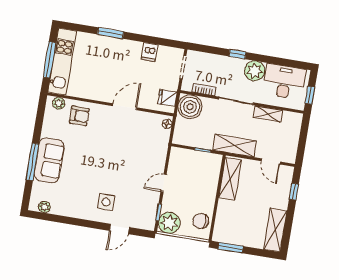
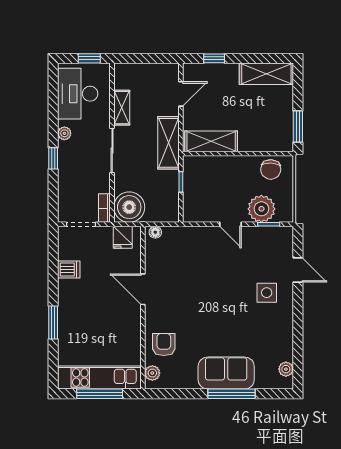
plant: (255, 71) -> (64, 133), width x0.53, depth x0.53
bookcase: (204, 90) -> (104, 208), moved
plant: (169, 223) -> (261, 209), moved

